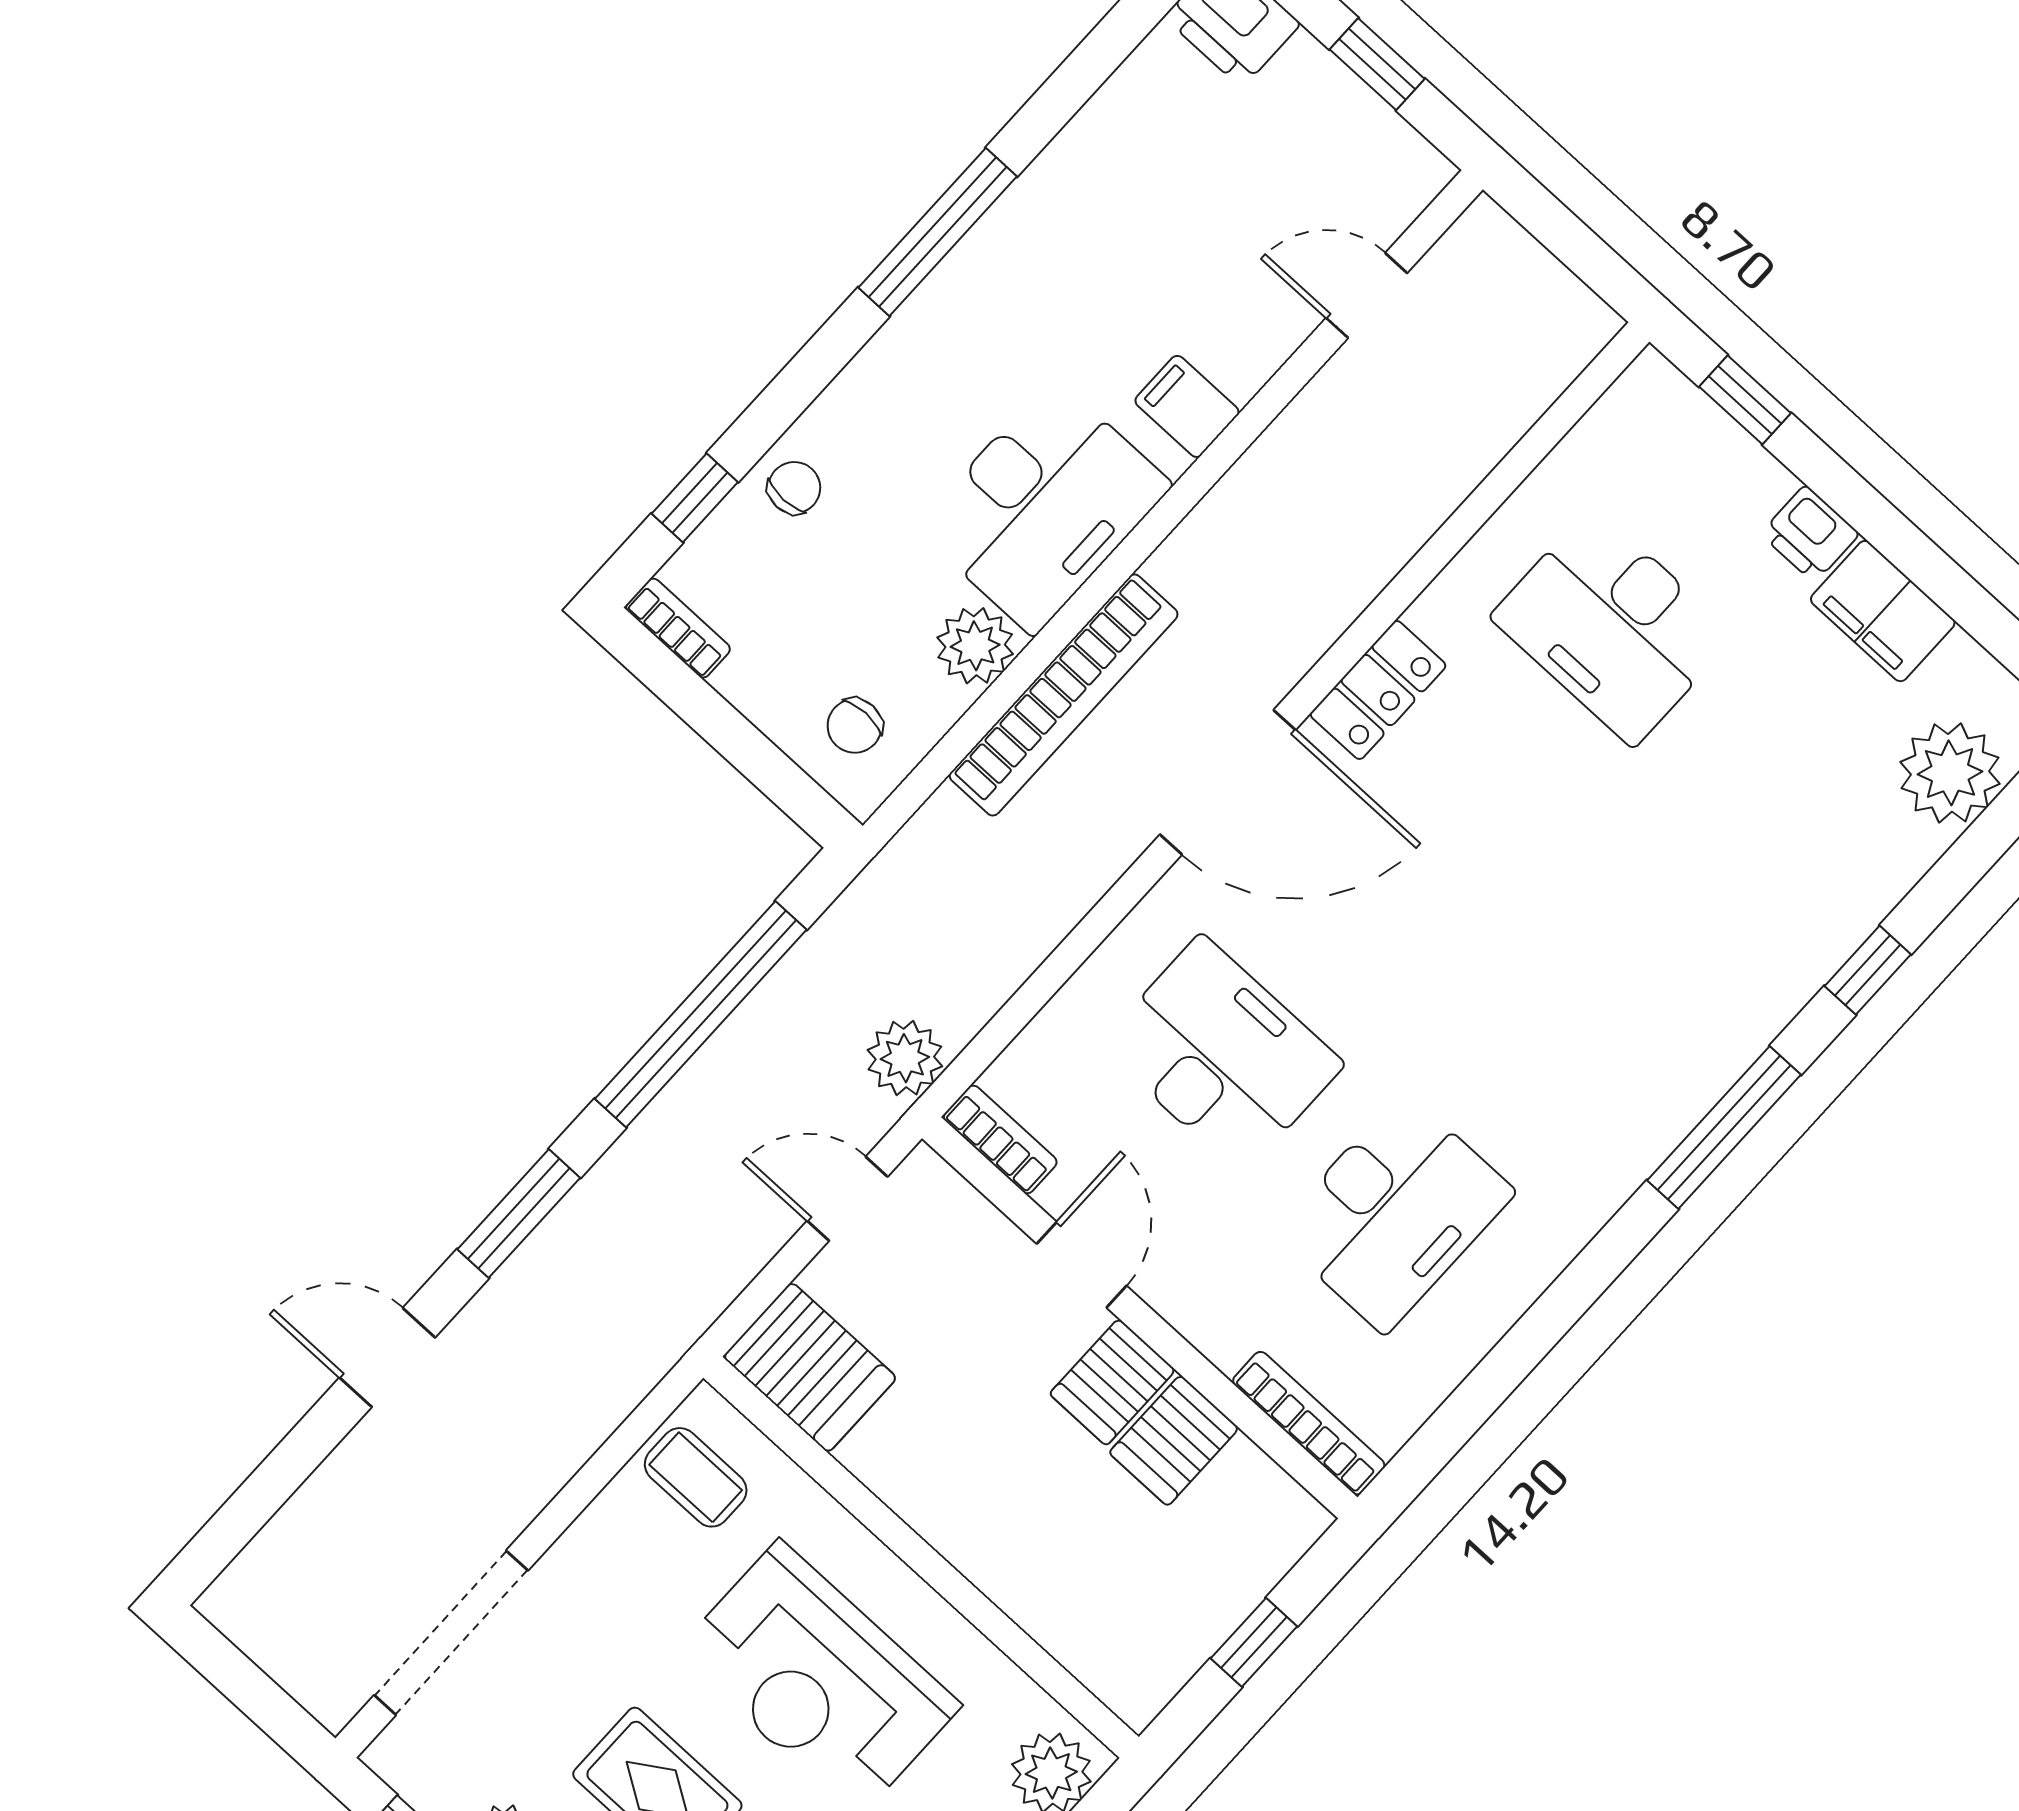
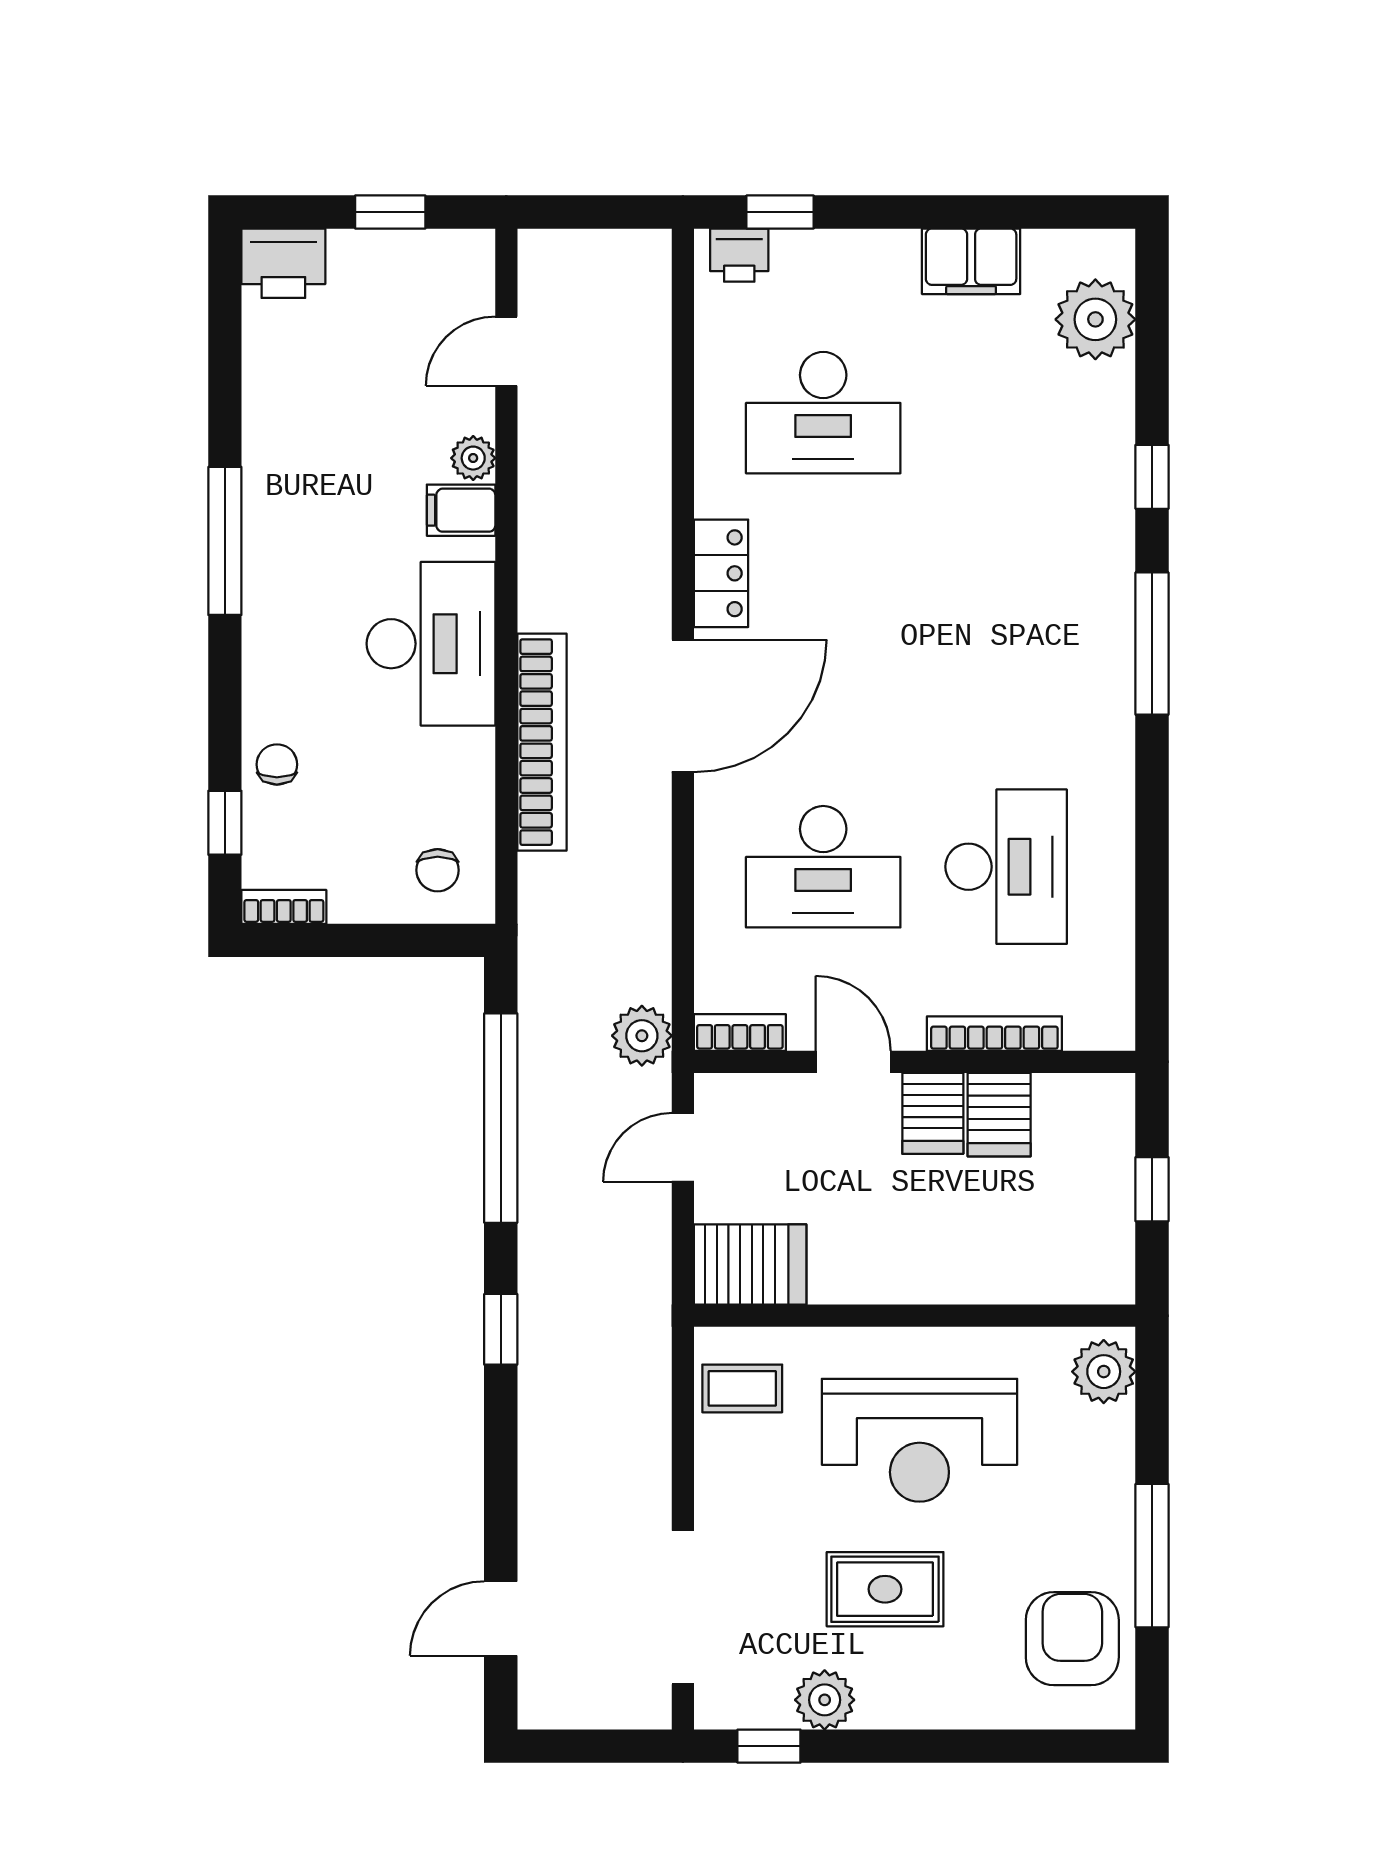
printer: (1810, 534) -> (739, 255), moved
plant: (975, 646) -> (473, 458), moved, width x0.73, depth x0.73
desk: (1222, 1055) -> (823, 867), turned 180
window: (519, 1214) -> (501, 1329), width x0.67
door: (387, 1357) -> (501, 1618), moved
bookcase: (1309, 1423) -> (994, 1034), moved

